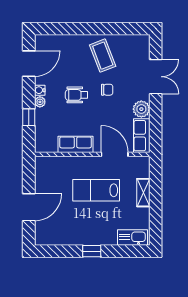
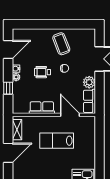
shelving: (143, 193) -> (17, 130), moved

